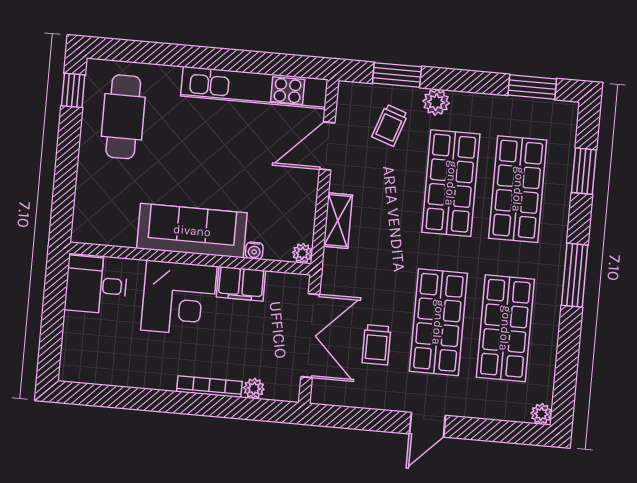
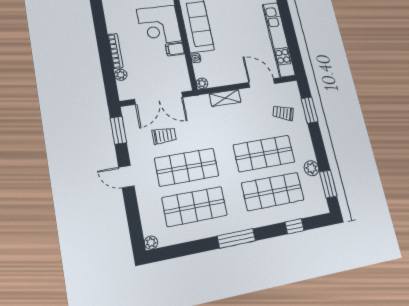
plant: (436, 102) -> (311, 168), moved
window: (584, 171) -> (294, 226), width x0.67
filing cabinet: (241, 284) -> (175, 49), width x0.50
trolley: (376, 345) -> (164, 136), turned 180
window: (348, 418) -> (118, 130), added

